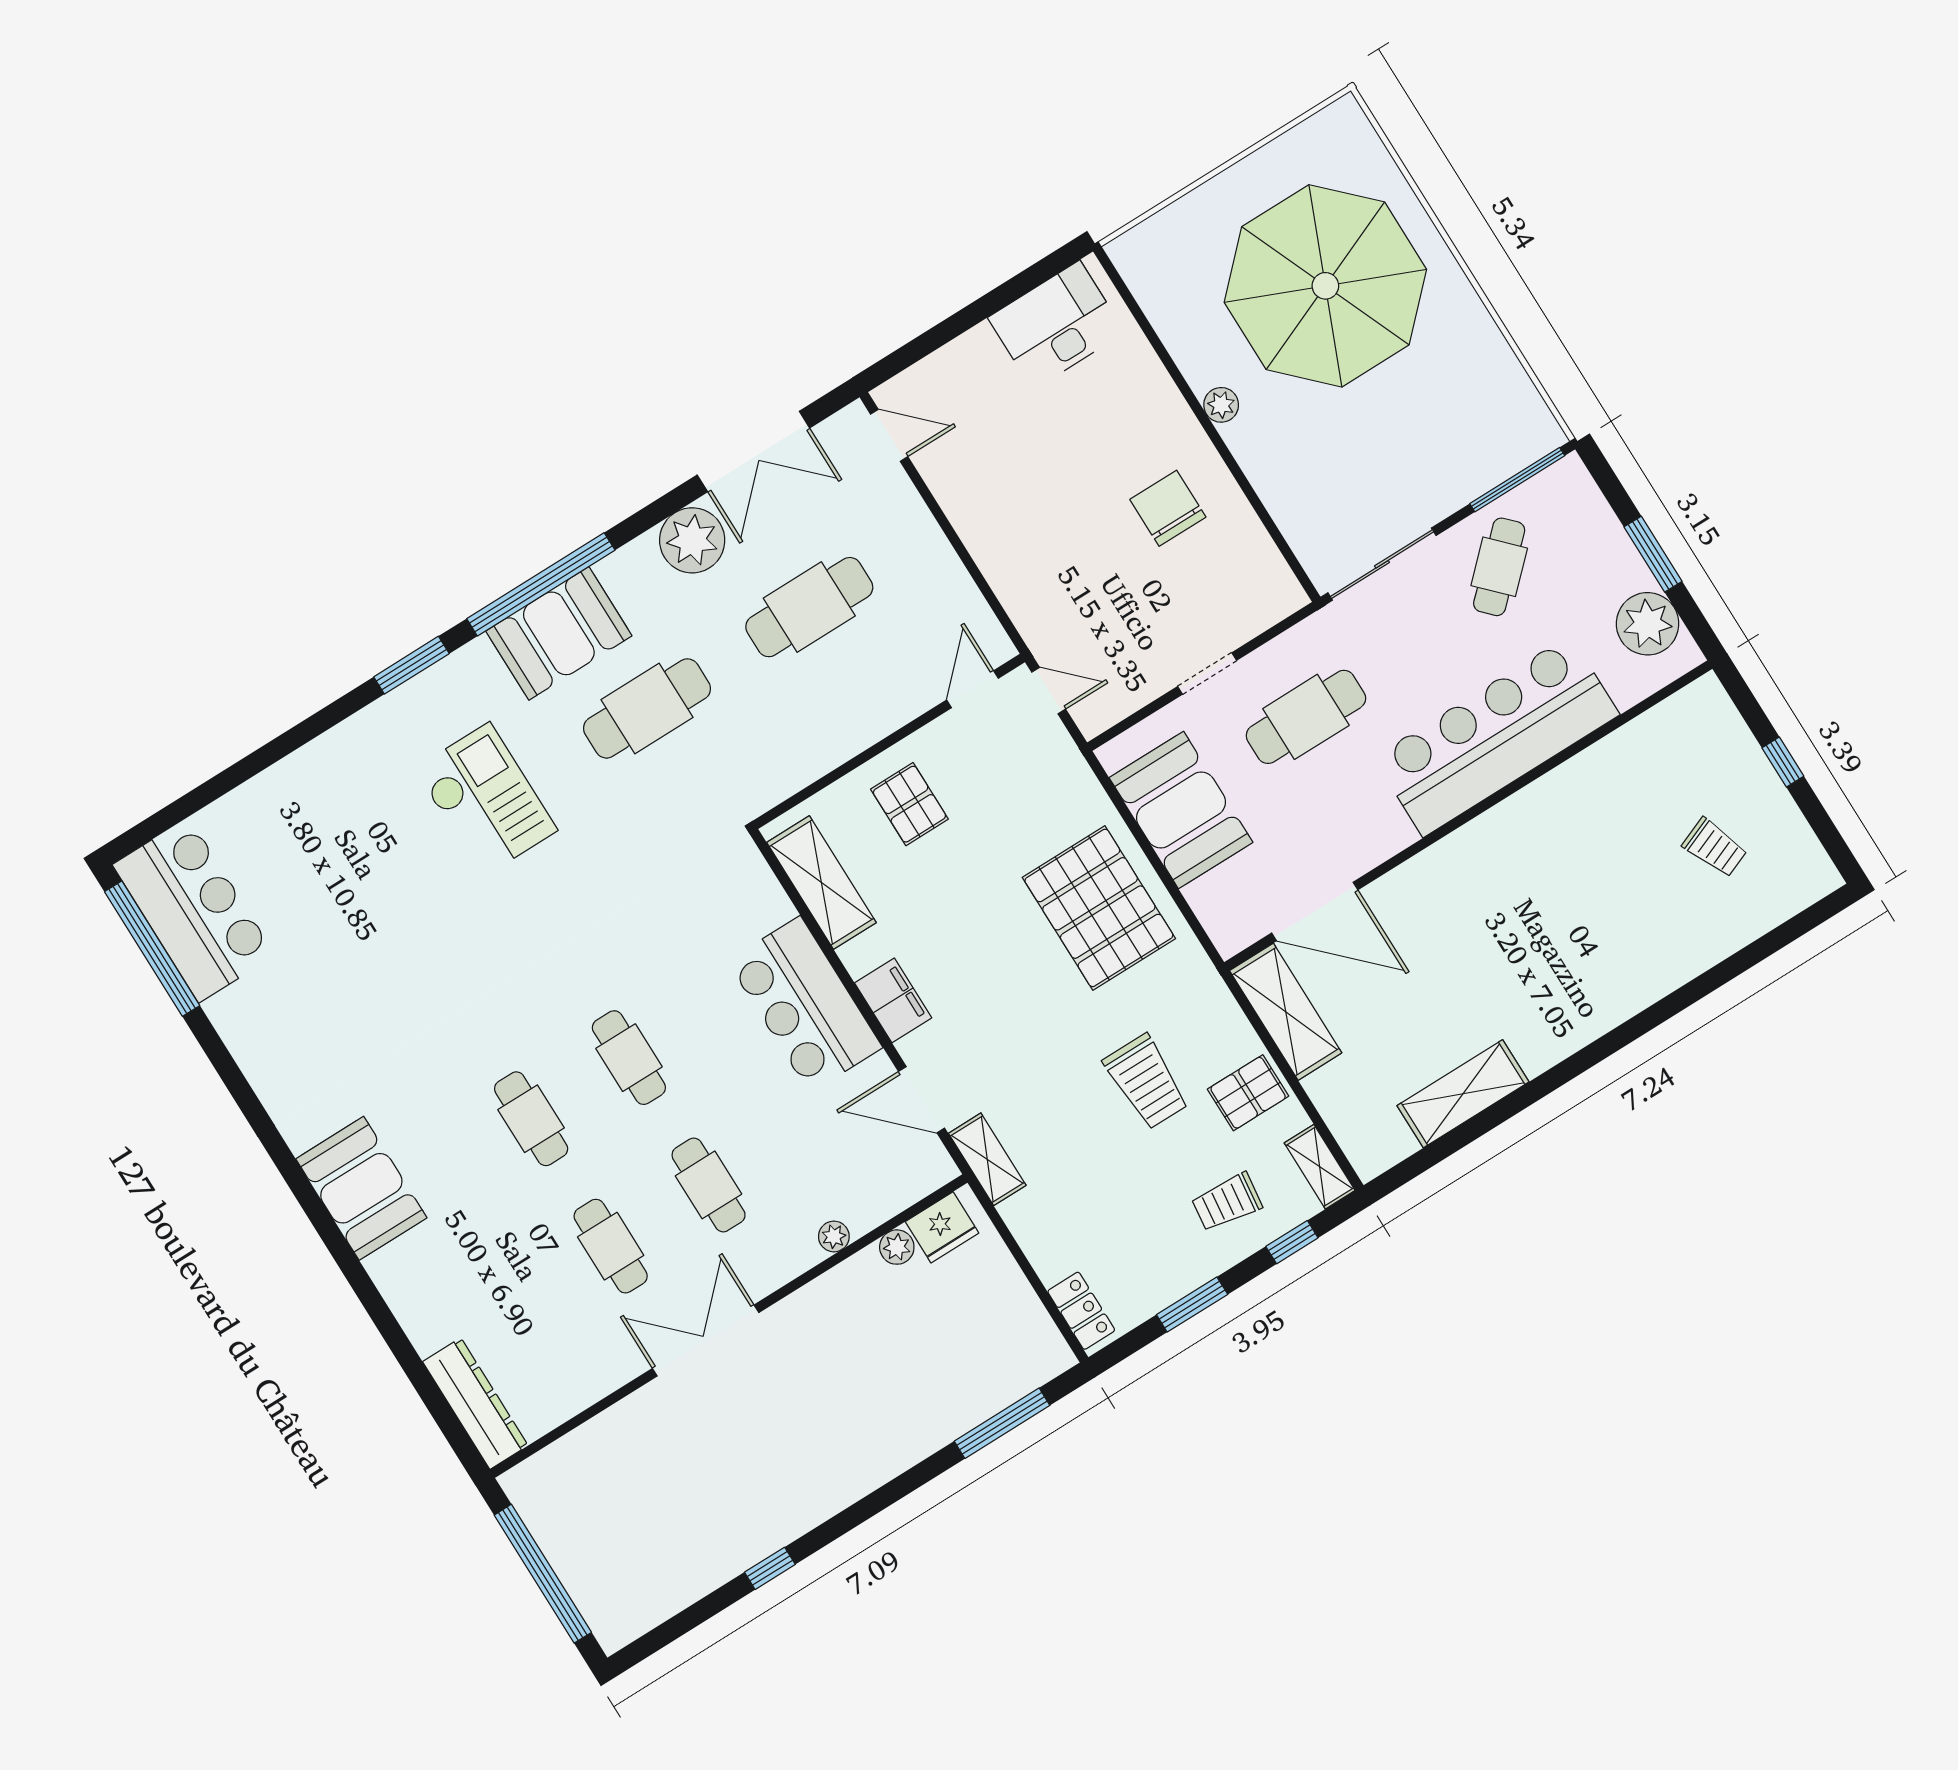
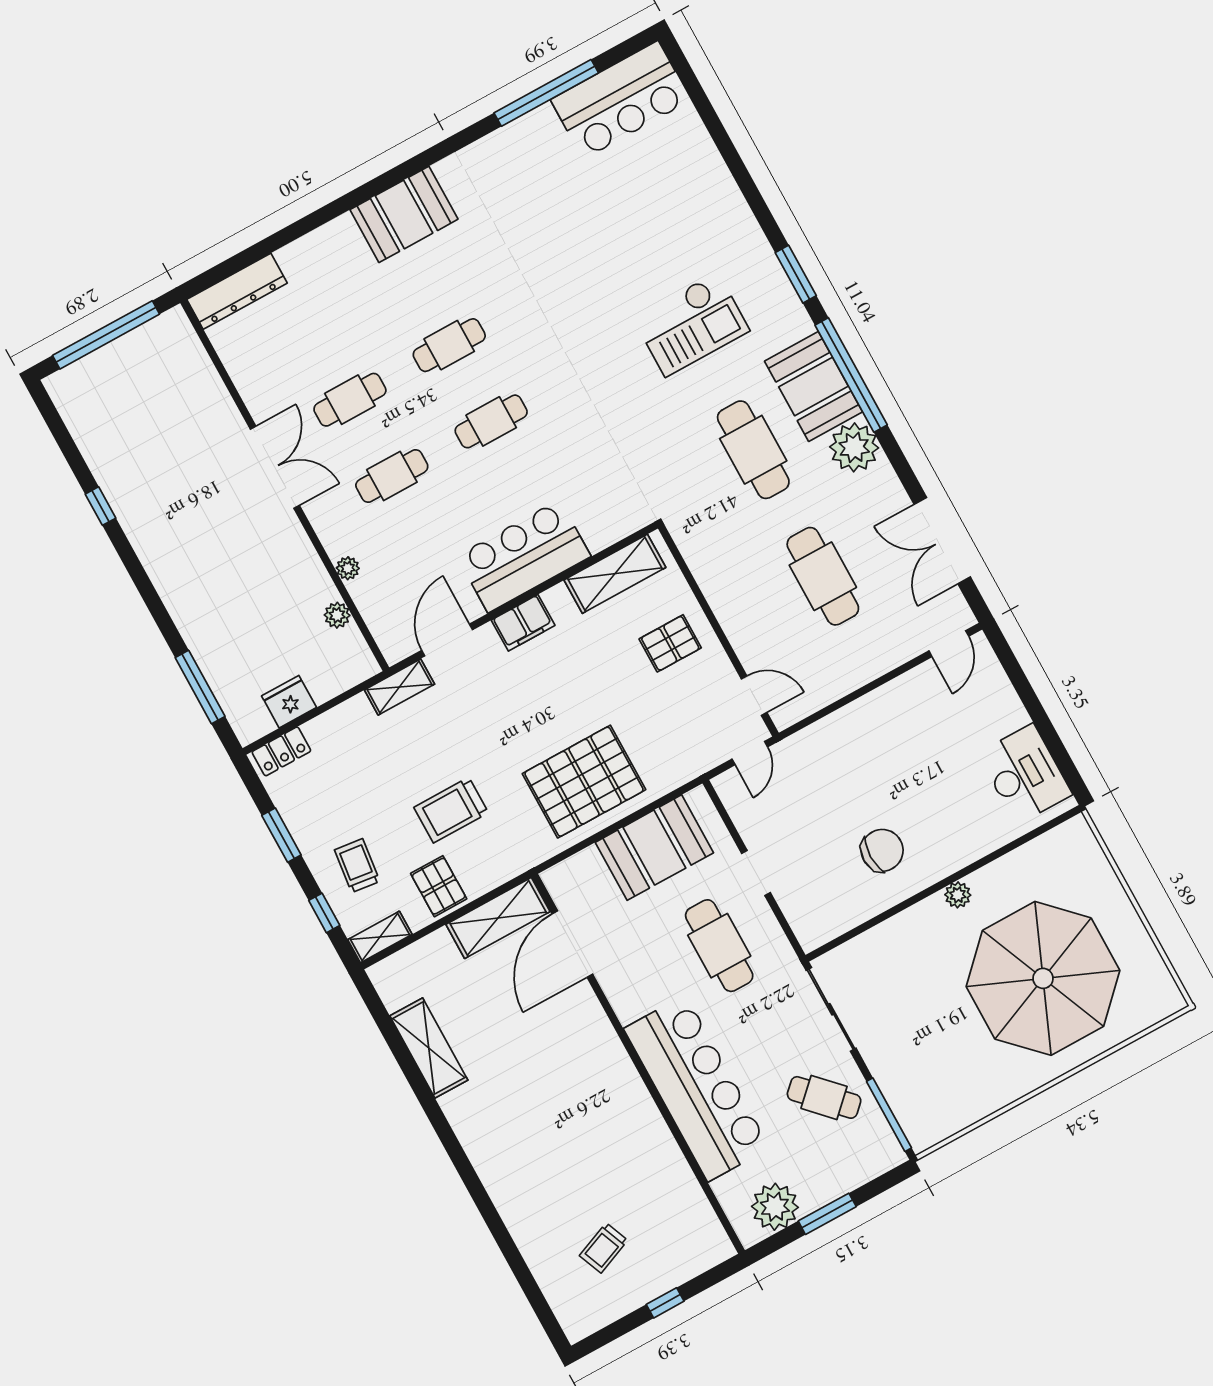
plant: (692, 540) -> (854, 447), moved
window: (152, 949) -> (546, 93), moved
fridge: (942, 1227) -> (289, 702), moved, turned 90

